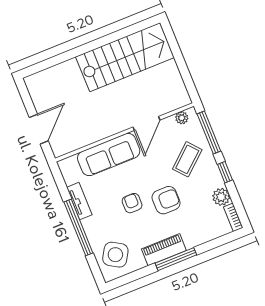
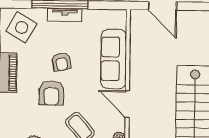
tv unit: (79, 201) -> (65, 15), moved
armchair: (132, 203) -> (61, 62), turned 80

